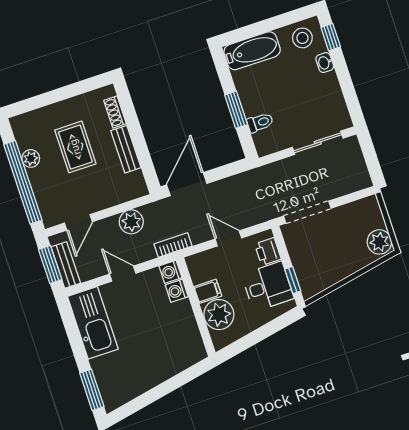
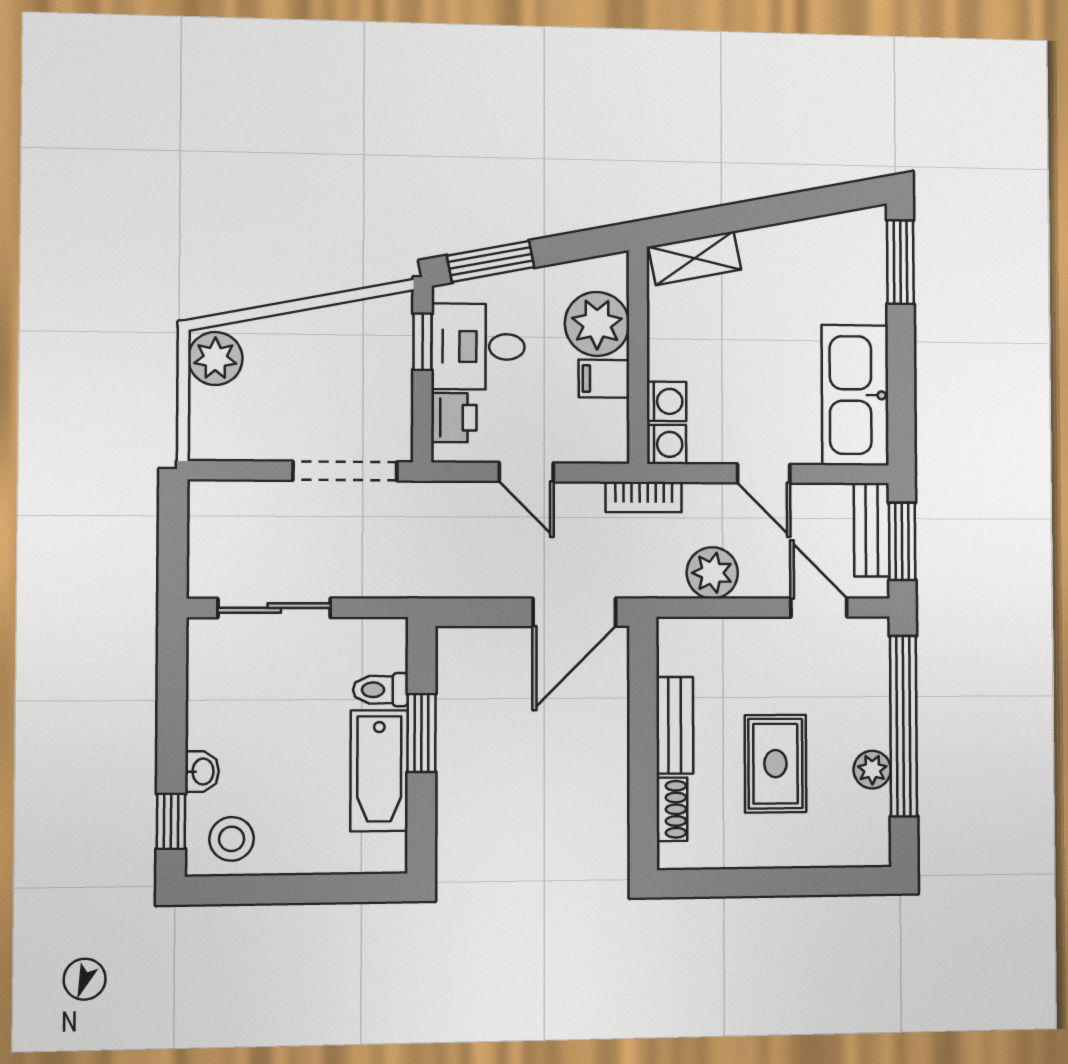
bathtub: (252, 51) -> (379, 771), moved, turned -90
door: (78, 222) -> (819, 608), hinge flipped
window: (275, 326) -> (491, 261), added
shelving: (185, 359) -> (695, 258), added

